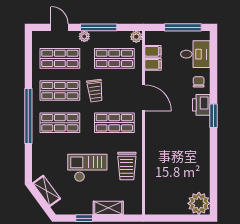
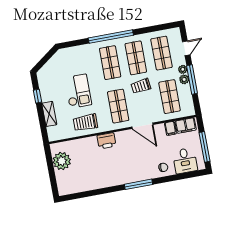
plant: (136, 37) -> (184, 79), moved
filing cabinet: (153, 51) -> (186, 125), width x2.00
door: (144, 98) -> (142, 126), hinge flipped
printer: (201, 105) -> (106, 141), moved, turned 180
window: (214, 116) -> (138, 184), width x1.44
shelving: (47, 191) -> (54, 62), removed
plant: (199, 203) -> (62, 161), moved

